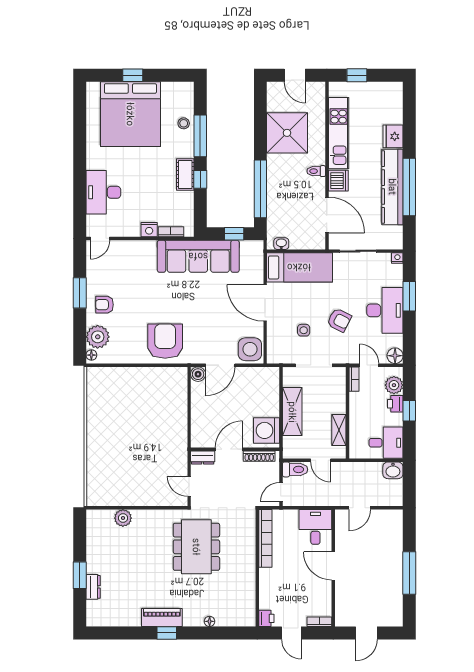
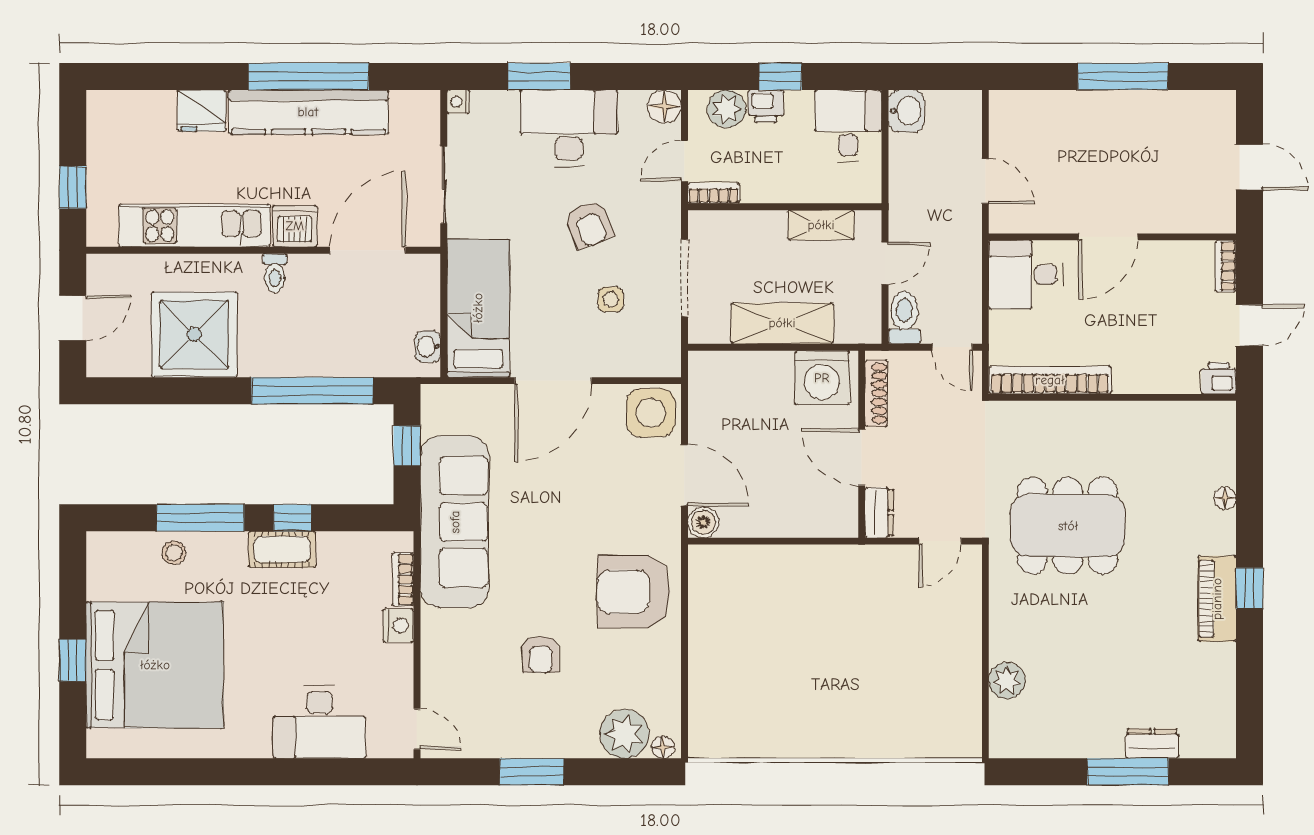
armchair: (104, 305) -> (541, 654), moved
armchair: (339, 320) -> (589, 224), turned 131
window: (80, 575) -> (1128, 772), width x1.44

